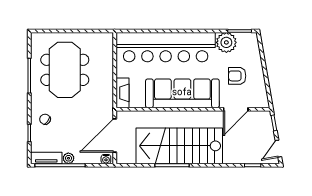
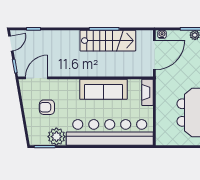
armchair: (237, 76) -> (47, 107), turned 180
sofa: (182, 93) -> (103, 89), width x0.74, depth x0.79
door: (236, 109) -> (37, 78), moved
stairs: (179, 146) -> (108, 41), width x0.73, depth x0.66

